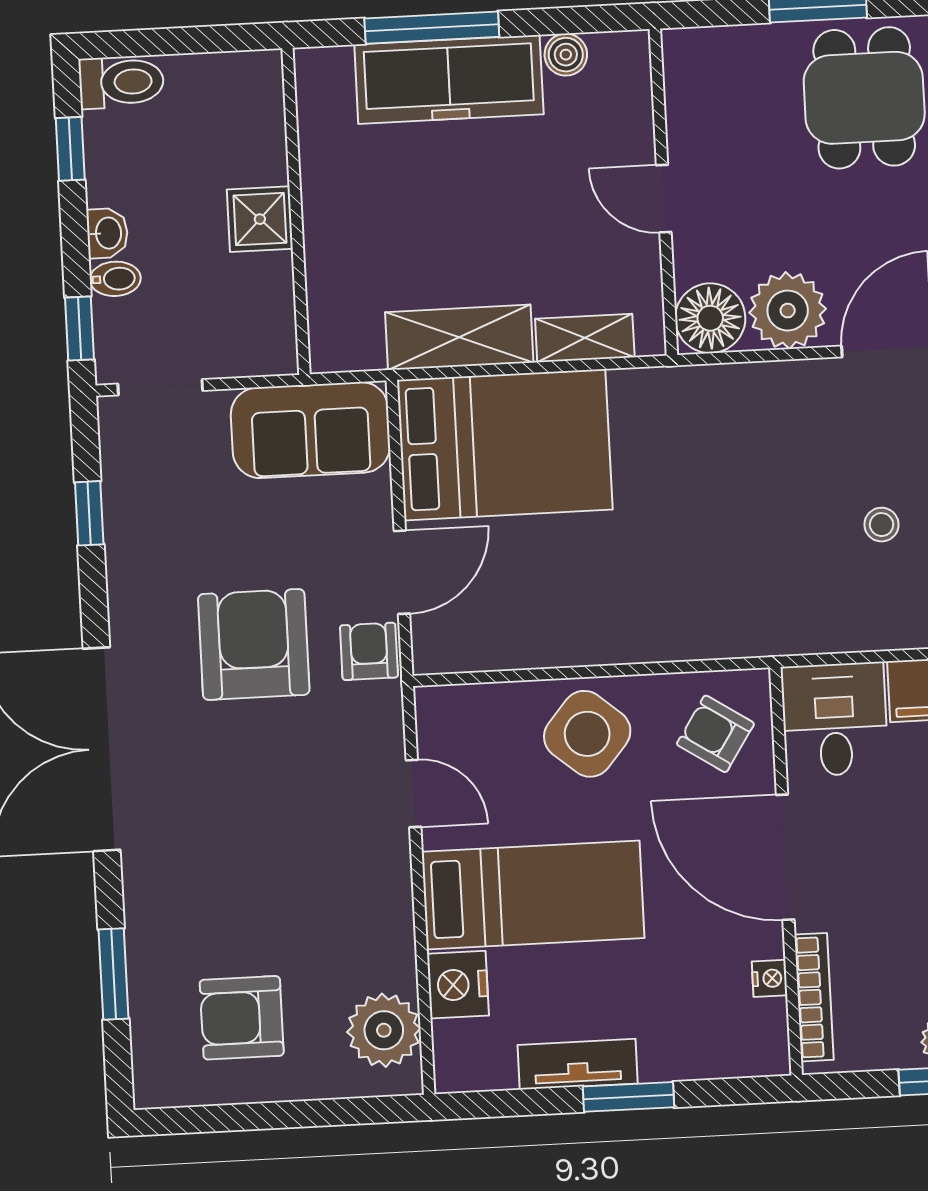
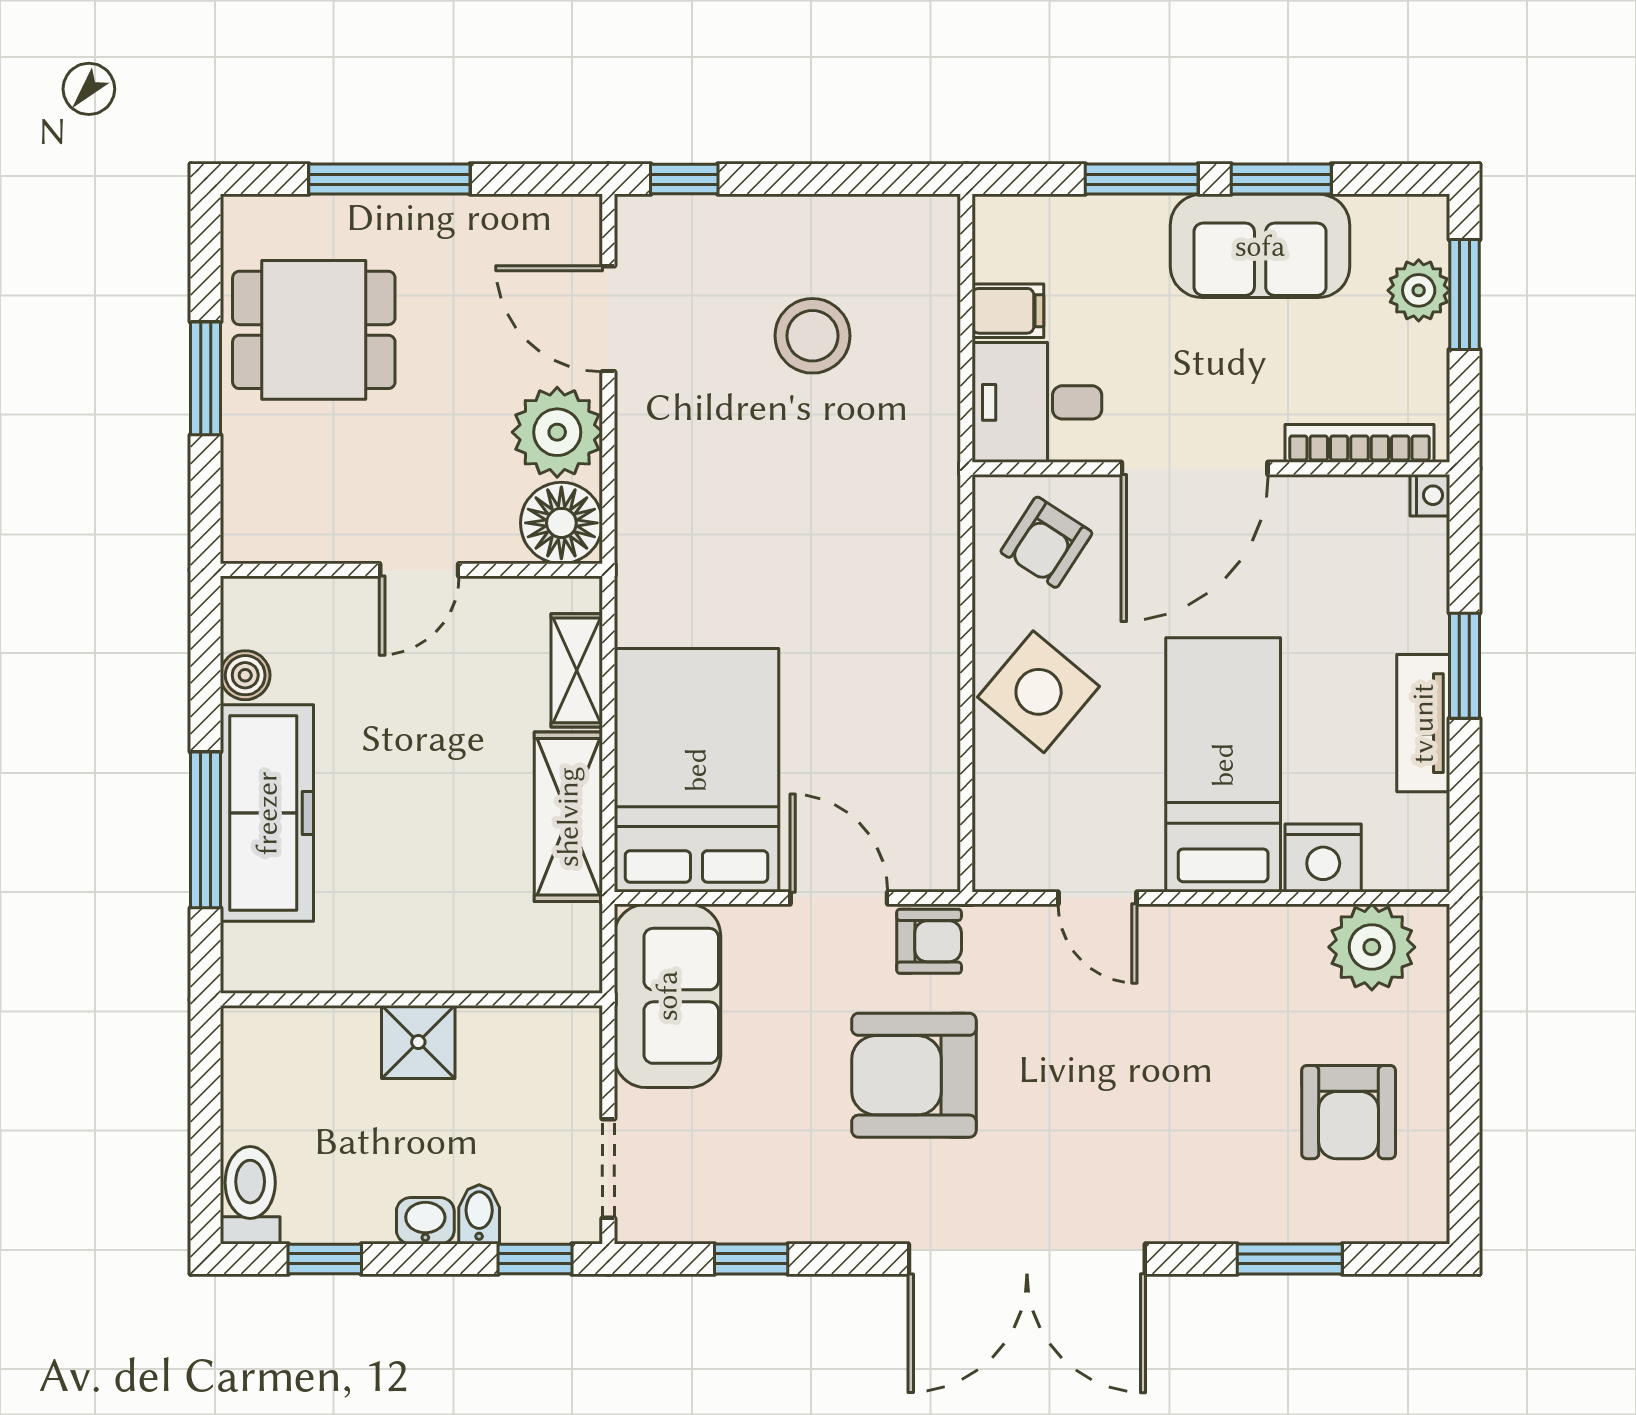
stool: (882, 525) -> (812, 336), width x1.89, depth x1.89
armchair: (369, 651) -> (929, 941), turned 180
door: (413, 793) -> (1097, 898), swing flipped
nightstand: (770, 978) -> (1430, 495), moved, turned 90

